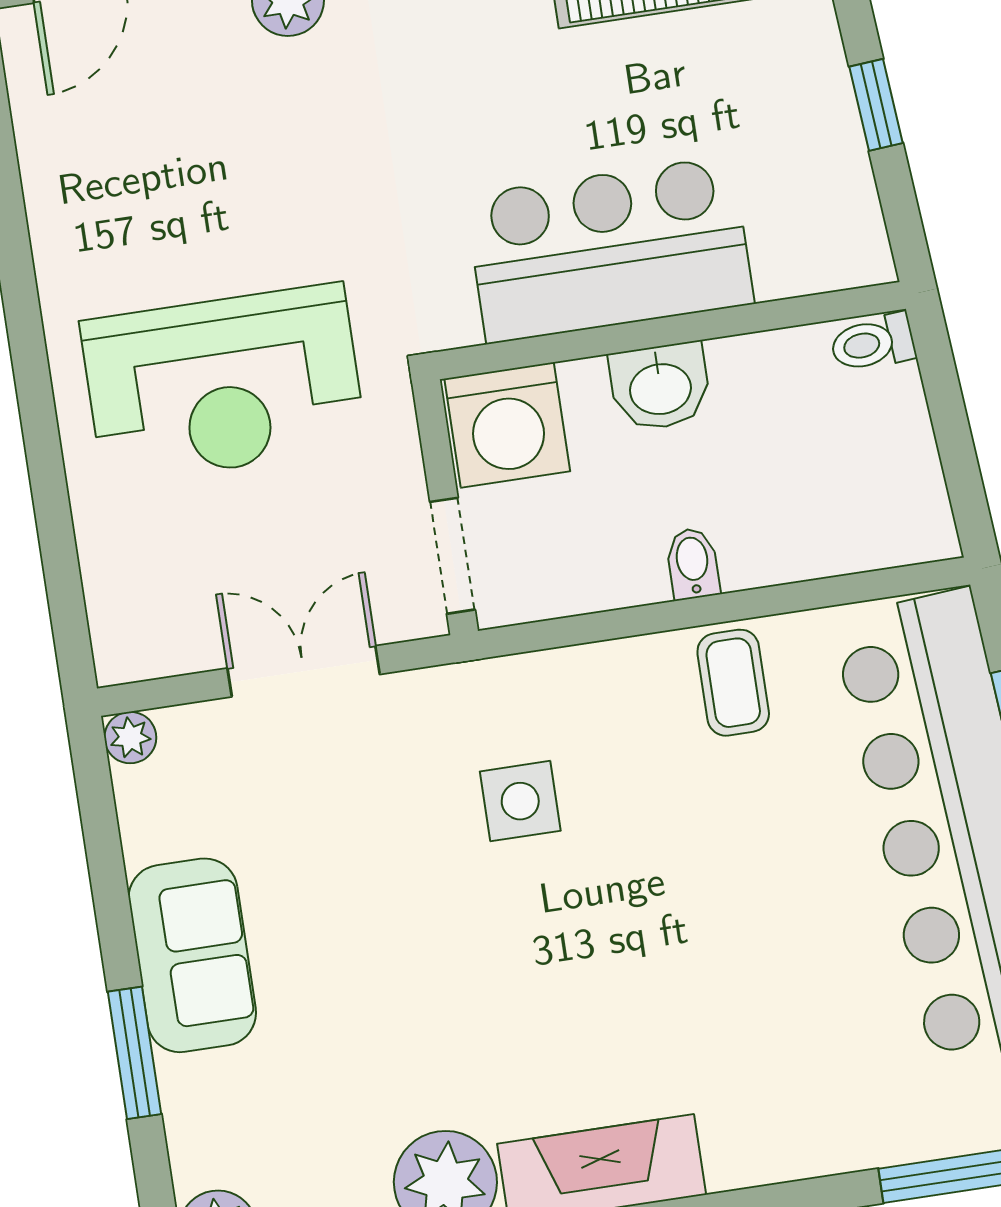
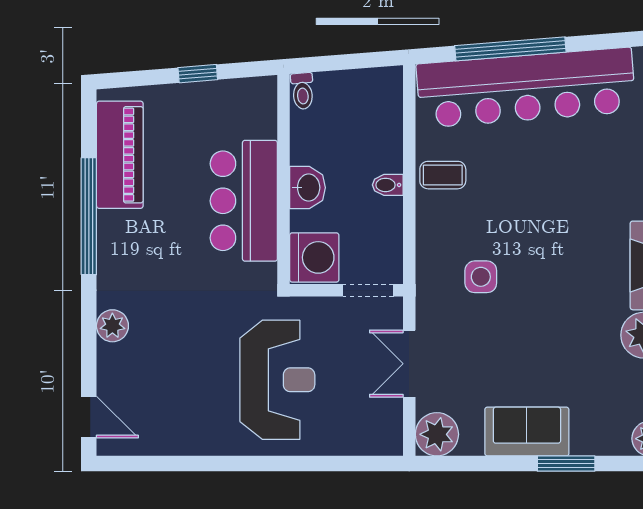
plant: (130, 738) -> (437, 434), width x1.87, depth x1.87

